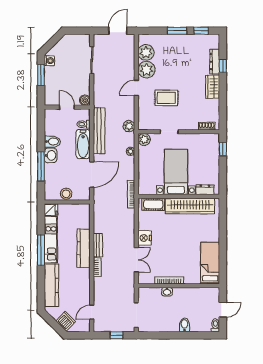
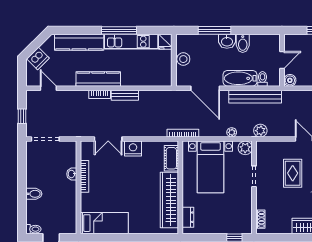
bed with nightstands: (176, 172) -> (211, 167), moved, turned 90
kitchen counter: (84, 248) -> (98, 79), moved

